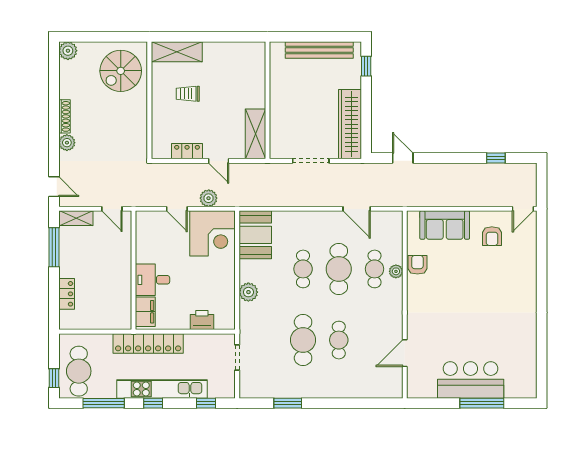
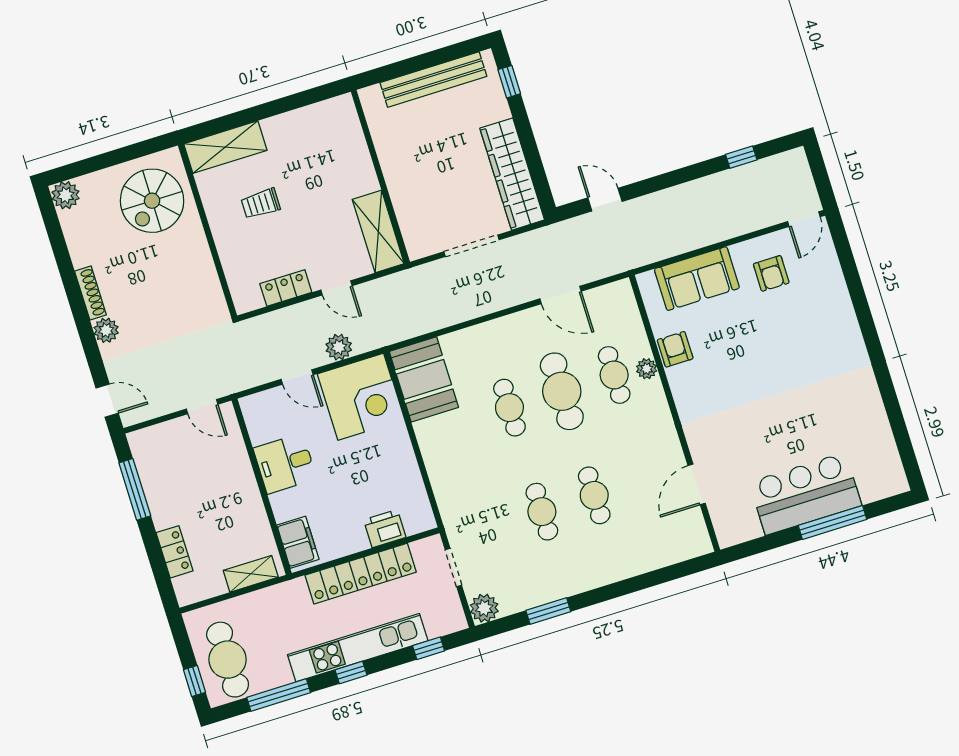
shelving: (76, 218) -> (251, 574), moved
desk: (152, 280) -> (285, 463), moved
plant: (248, 292) -> (484, 608), moved
cafe table: (303, 340) -> (542, 512), width x0.73, depth x0.74
locker: (148, 343) -> (361, 574), moved

